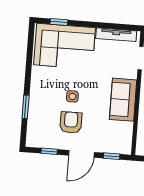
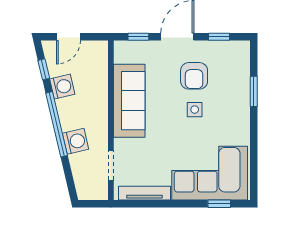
sofa: (123, 100) -> (129, 101), width x1.36

